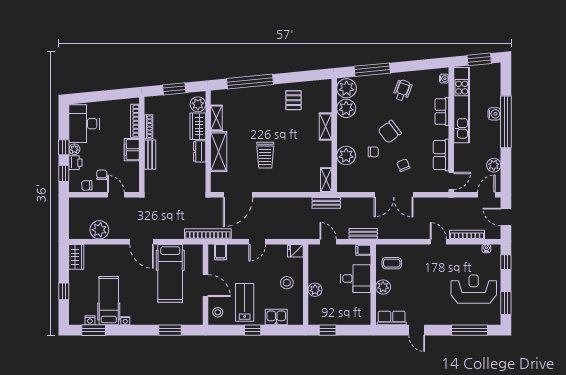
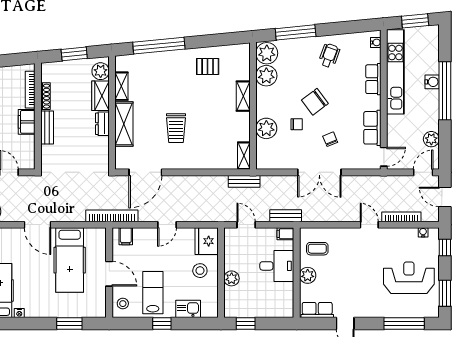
pallet: (294, 100) -> (208, 67), turned 90
fridge: (295, 251) -> (207, 241), width x1.88, depth x1.34

